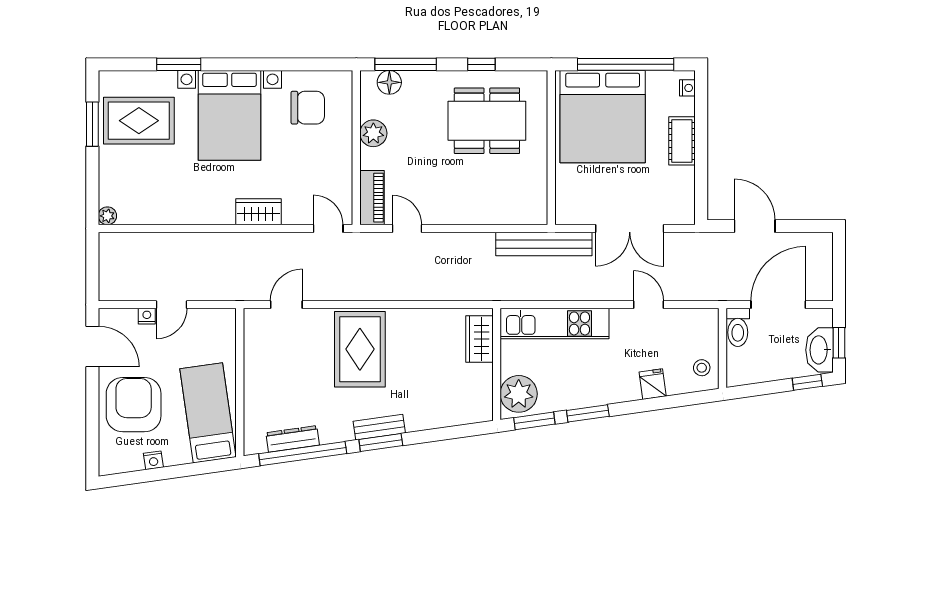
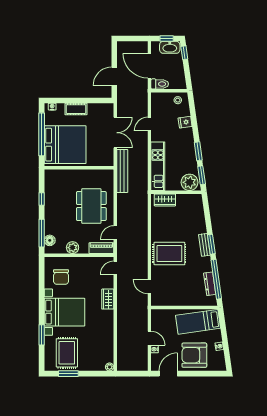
chair: (308, 108) -> (61, 277), turned 180
dining table: (487, 121) -> (91, 206), moved

